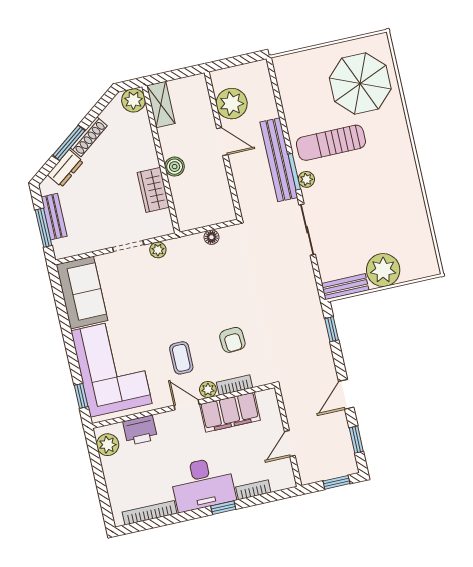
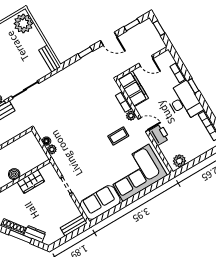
bench: (54, 217) -> (74, 225), moved
window: (44, 228) -> (71, 235), removed
plant: (158, 250) -> (52, 149), moved
plant: (383, 270) -> (23, 23), moved
window: (332, 329) -> (85, 53), moved
armchair: (232, 340) -> (99, 111), removed
window: (81, 396) -> (157, 184), removed
door: (187, 405) -> (143, 125), swing flipped
filing cabinet: (230, 412) -> (133, 89), moved
printer: (140, 430) -> (159, 135), moved

